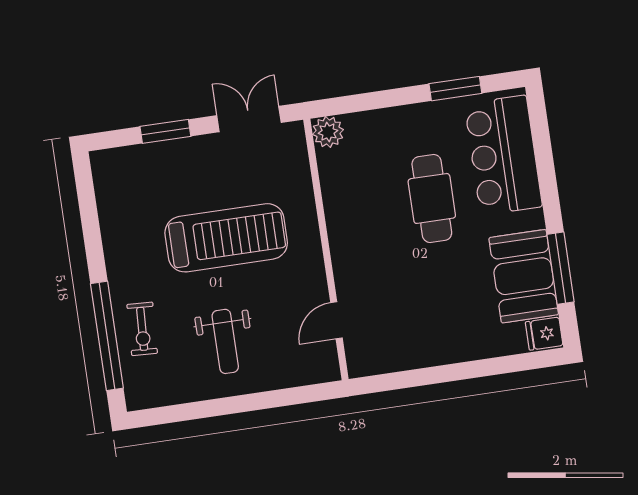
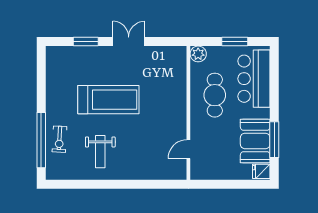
plant: (328, 132) -> (198, 54), moved
wall: (326, 249) -> (188, 113), moved
door: (336, 320) -> (188, 149), moved

